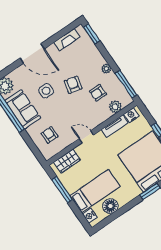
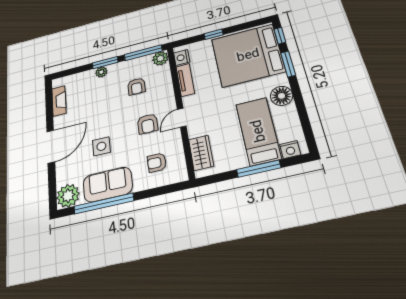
window: (92, 34) -> (105, 63), moved
plant: (106, 69) -> (101, 72), moved
armchair: (73, 85) -> (148, 124), moved, turned -103
plant: (115, 107) -> (160, 58), moved
window: (62, 190) -> (259, 169), moved
floor lamp: (110, 206) -> (282, 96), moved

